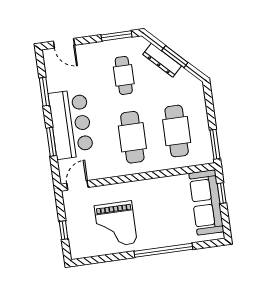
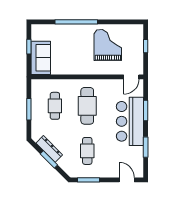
dresser: (162, 60) -> (49, 149), moved
cafe table: (177, 131) -> (55, 106), width x0.73, depth x0.74
window: (215, 144) -> (29, 109), moved
window: (222, 193) -> (29, 47), moved
sofa: (206, 202) -> (41, 58), width x0.73

